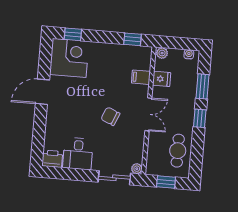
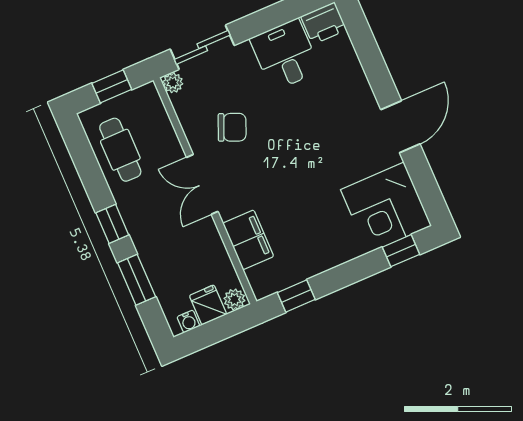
filing cabinet: (141, 77) -> (248, 240), width x2.00
fridge: (162, 79) -> (208, 305), moved, turned 90
chair: (110, 116) -> (232, 127), moved

